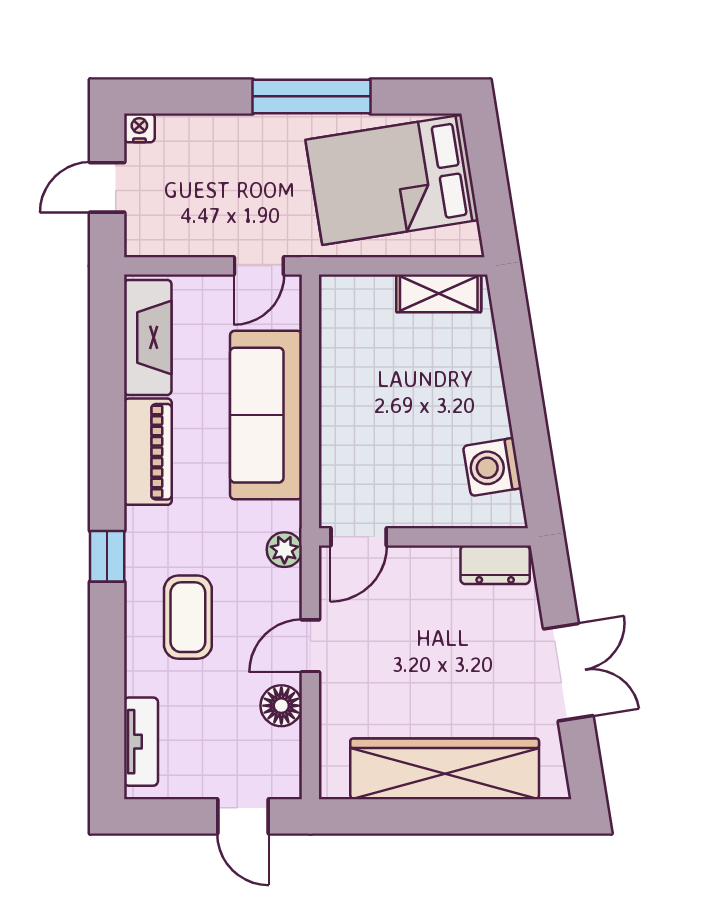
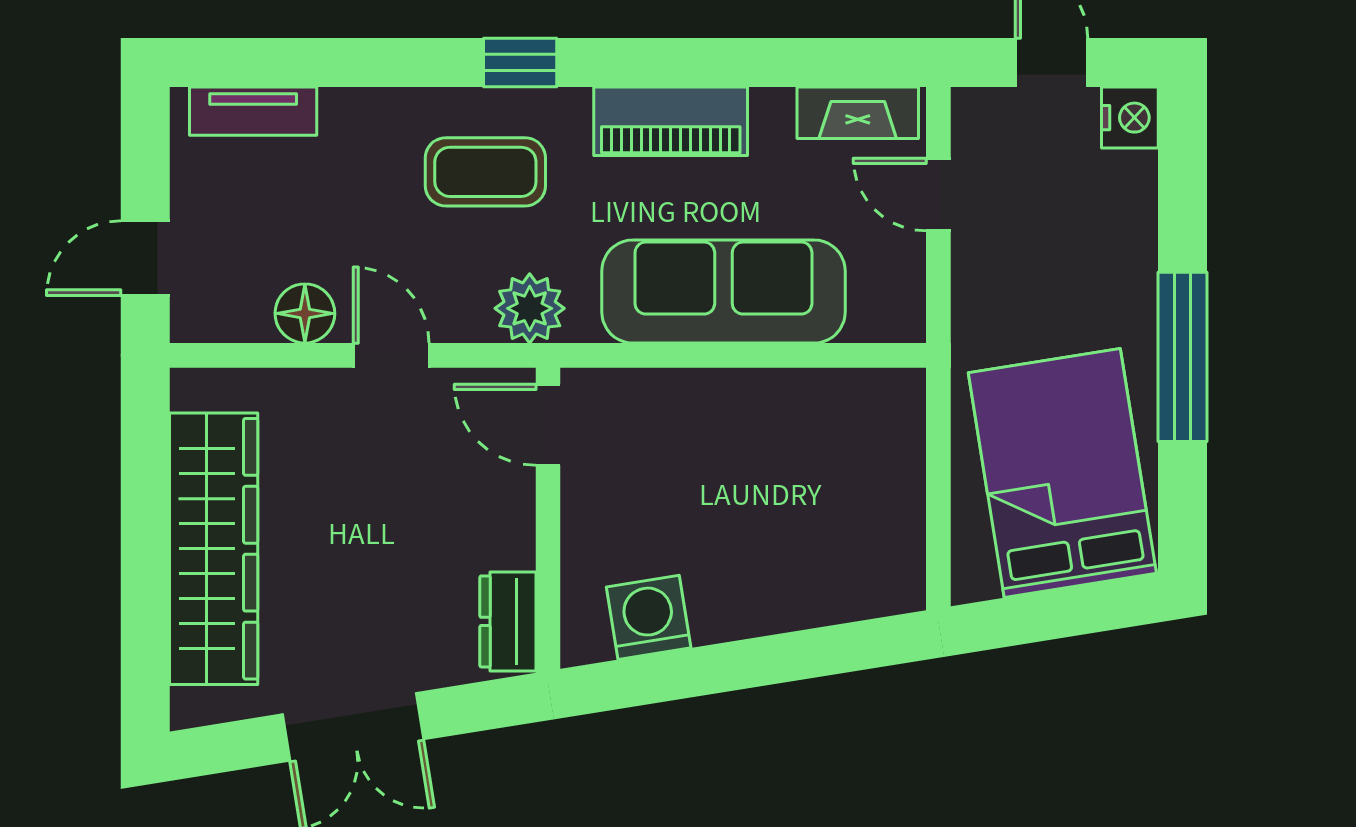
nightstand: (139, 128) -> (1130, 118), width x1.39, depth x1.35
door: (259, 266) -> (938, 195), moved
shelving: (439, 293) -> (899, 540), removed
fireplace: (148, 337) -> (858, 113), width x0.73, depth x0.76
plant: (284, 550) -> (530, 308), width x1.38, depth x1.38
coffee table: (188, 617) -> (485, 172), moved

